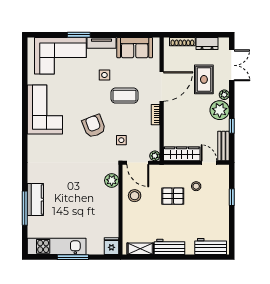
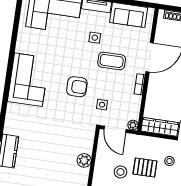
corner sofa: (45, 110) -> (28, 80), moved
armchair: (94, 126) -> (77, 87), turned 111
plant: (112, 180) -> (84, 160), moved
stool: (135, 196) -> (120, 172), moved

